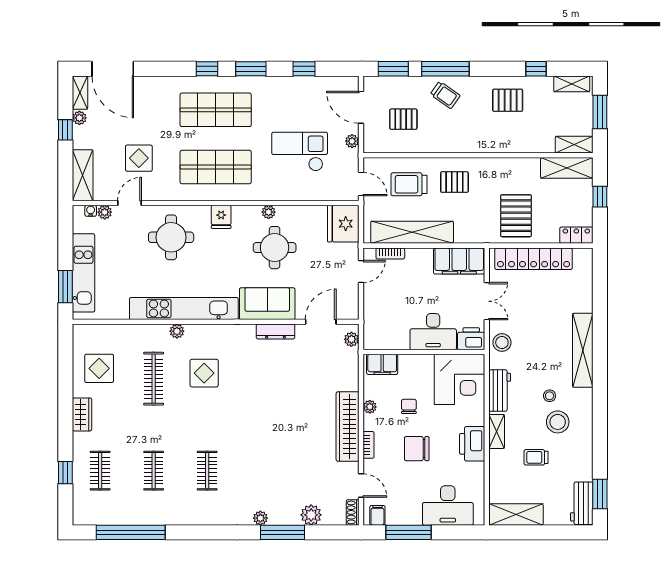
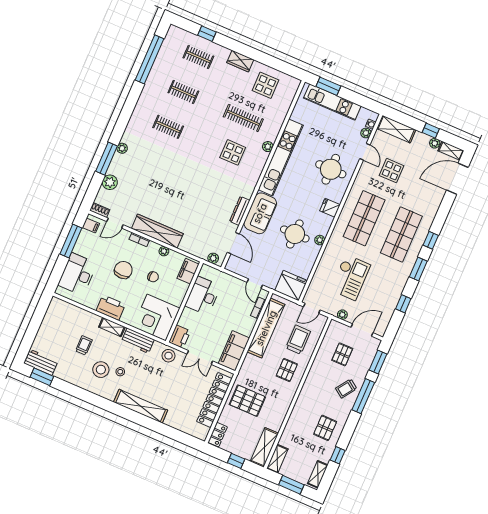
desk: (433, 332) -> (203, 296), moved
shelving: (516, 514) -> (52, 316), removed

